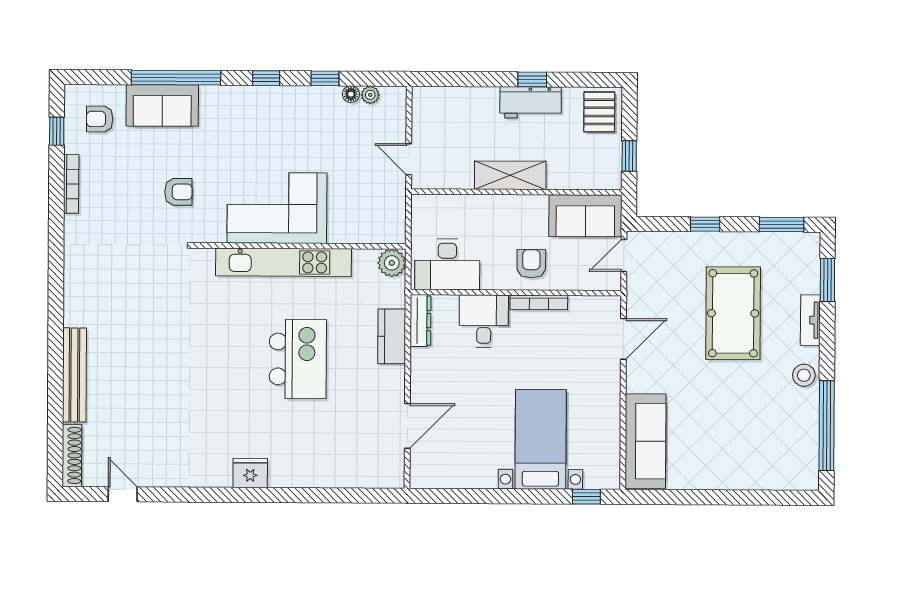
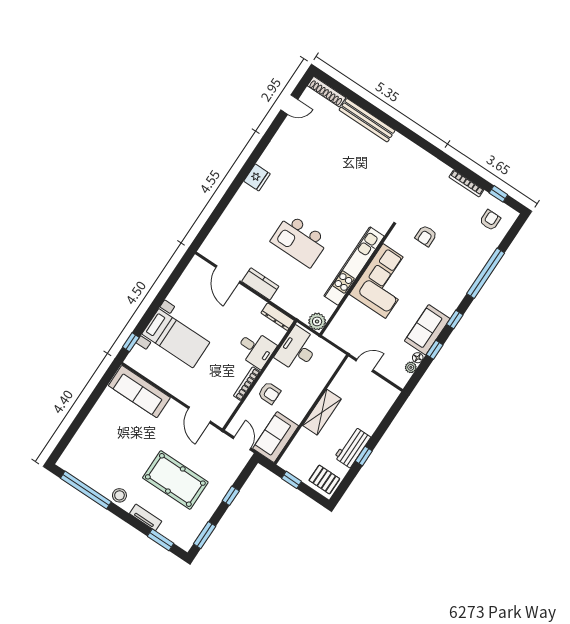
sofa: (162, 106) -> (427, 330), moved
kitchen counter: (392, 336) -> (260, 284), moved

